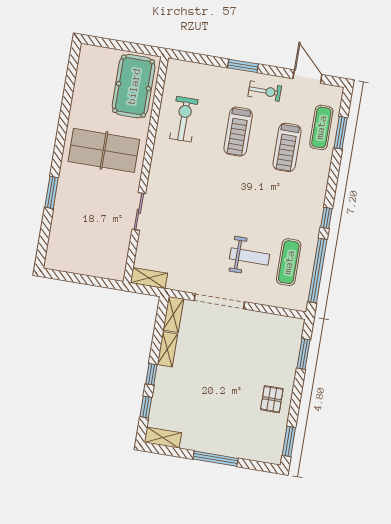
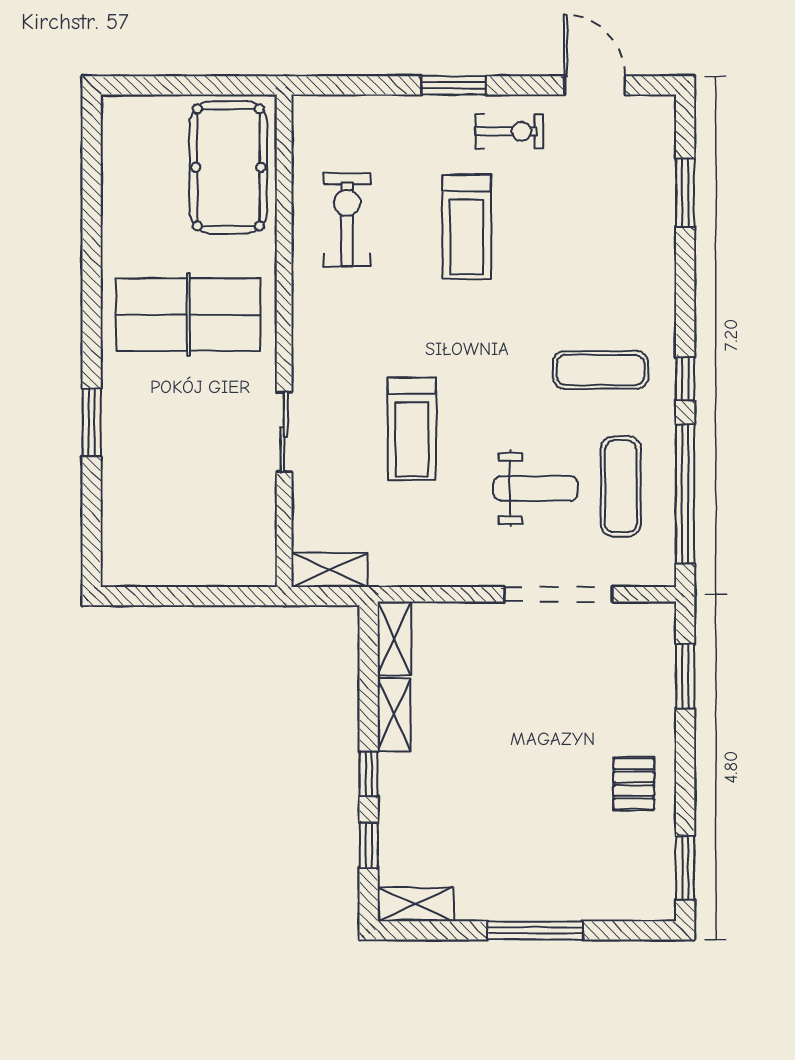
exercise mat: (321, 127) -> (601, 370), moved, turned 90
treadmill: (287, 147) -> (412, 429), moved
doorway: (219, 301) -> (558, 594), moved

